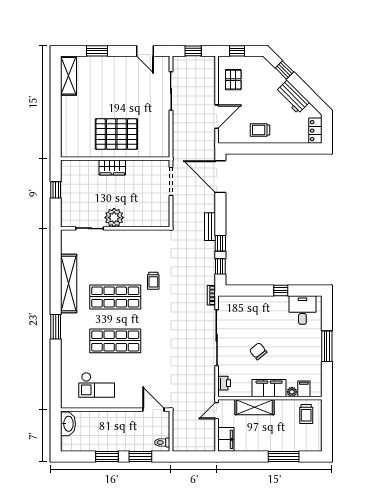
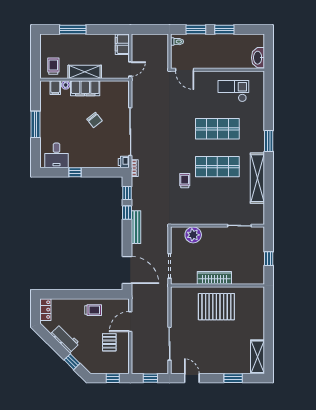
pallet: (233, 80) -> (109, 342), moved
wardrobe: (112, 168) -> (214, 278), width x1.50
plant: (114, 218) -> (193, 235), moved
bench: (210, 227) -> (136, 227), width x1.36
printer: (224, 383) -> (124, 162), moved
shelving: (254, 407) -> (85, 72), moved

